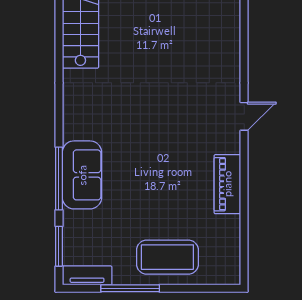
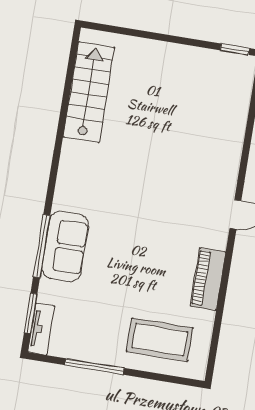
coffee table: (167, 257) -> (160, 340), moved
tv unit: (87, 275) -> (41, 329), moved, turned 90

